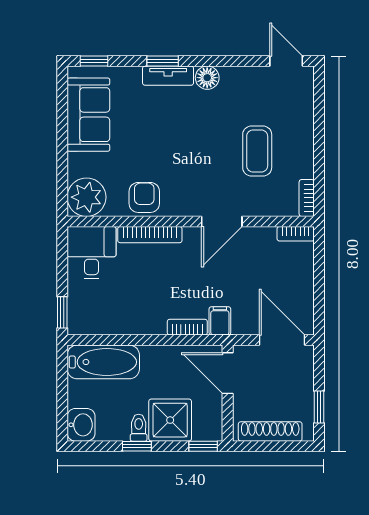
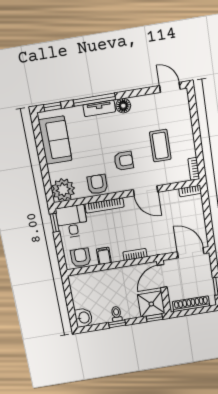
window: (163, 61) -> (94, 100), width x2.17
armchair: (194, 166) -> (124, 161), added
door: (222, 221) -> (146, 191), hinge flipped
window: (62, 312) -> (55, 223), moved
armchair: (95, 317) -> (81, 258), added
filing cabinet: (220, 321) -> (104, 256), moved
bathtub: (103, 362) -> (90, 282), removed
door: (228, 373) -> (162, 276), hinge flipped
shower: (170, 420) -> (151, 304), moved

